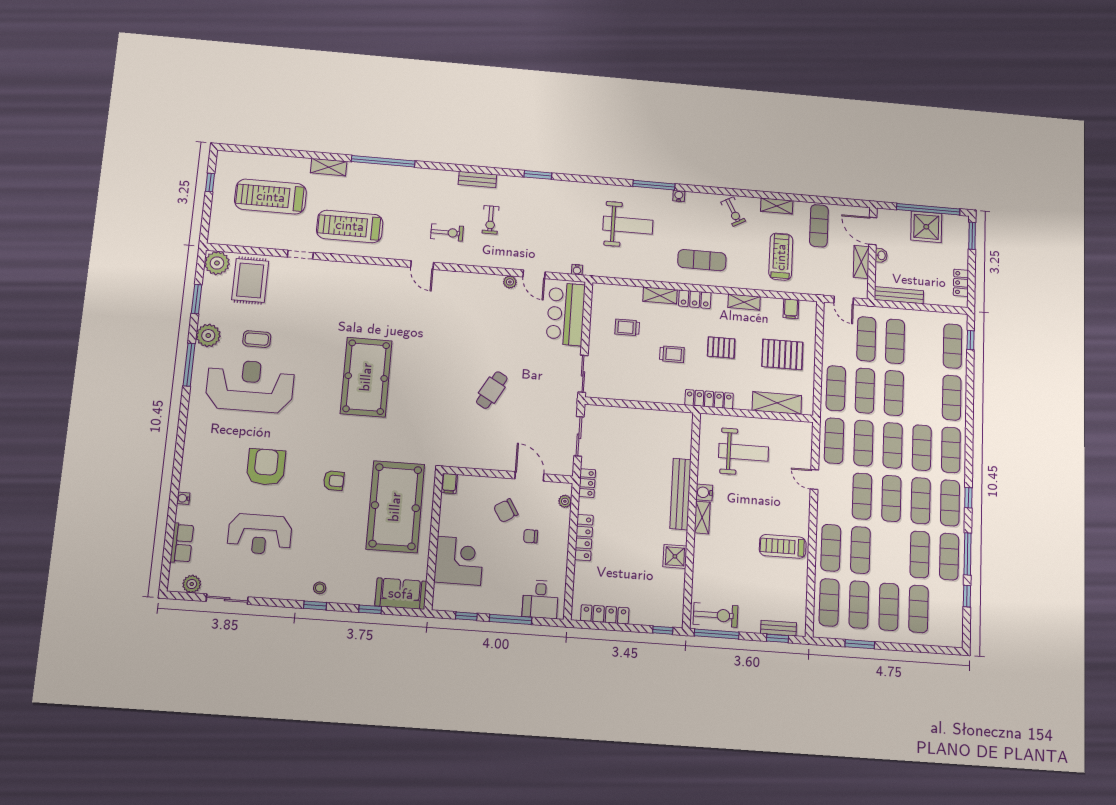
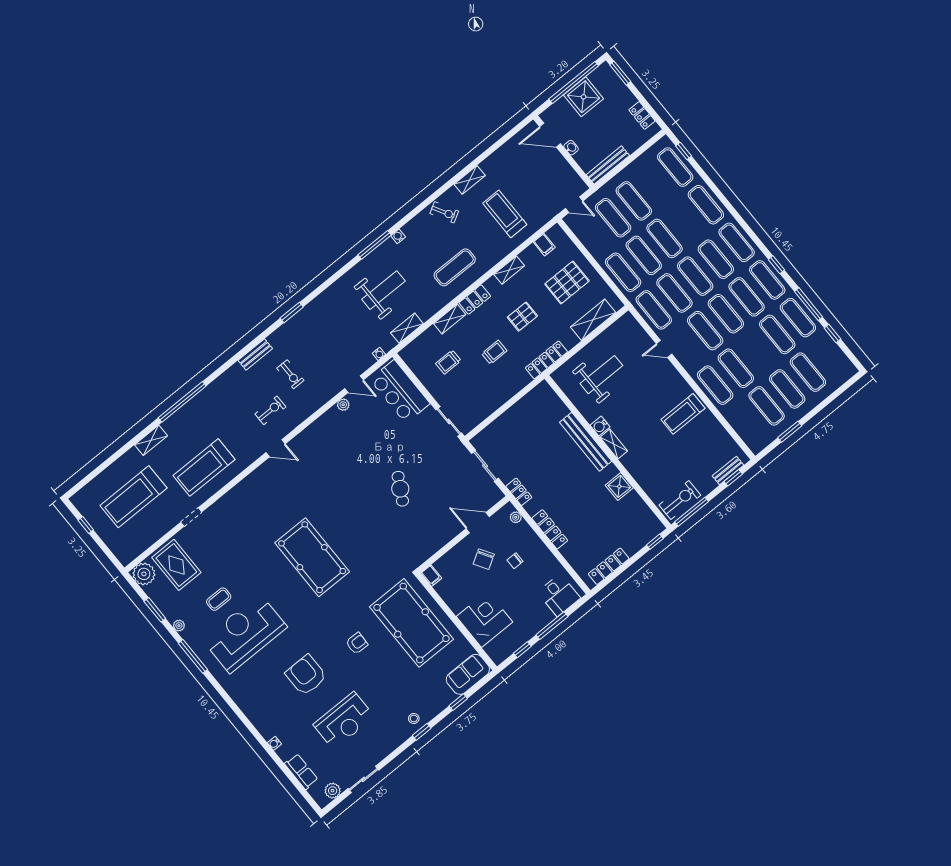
exercise mat: (819, 226) -> (511, 167), removed
shelving: (861, 262) -> (407, 328), moved, turned 90
plant: (208, 335) -> (179, 626), width x0.53, depth x0.53
exercise mat: (829, 602) -> (746, 423), removed

